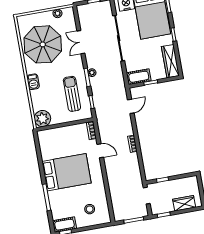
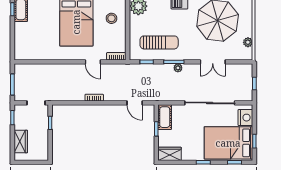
double door: (81, 42) -> (213, 62), swing flipped
wardrobe: (170, 61) -> (170, 154), width x0.67
door: (100, 151) -> (93, 62), hinge flipped
stool: (90, 209) -> (111, 18), moved

